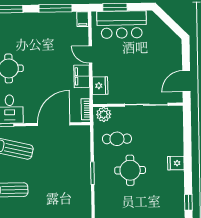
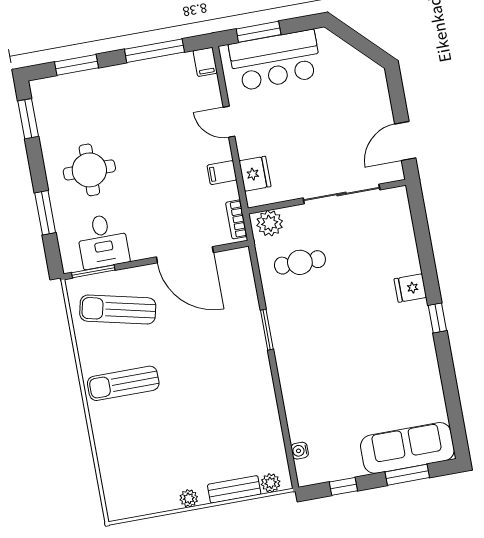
filing cabinet: (82, 76) -> (222, 173), width x0.50
door: (54, 124) -> (185, 255), swing flipped
round table: (130, 170) -> (332, 314), removed
window: (188, 202) -> (437, 318), moved

